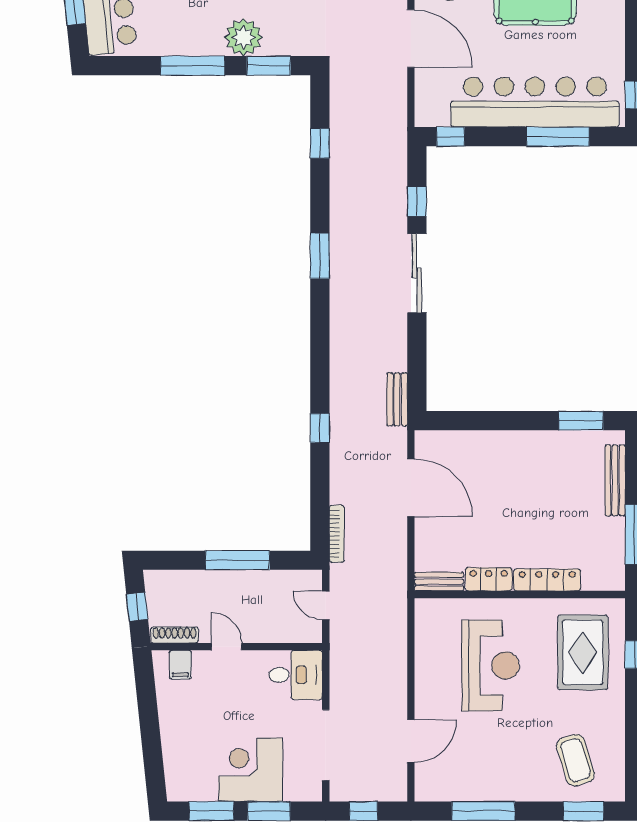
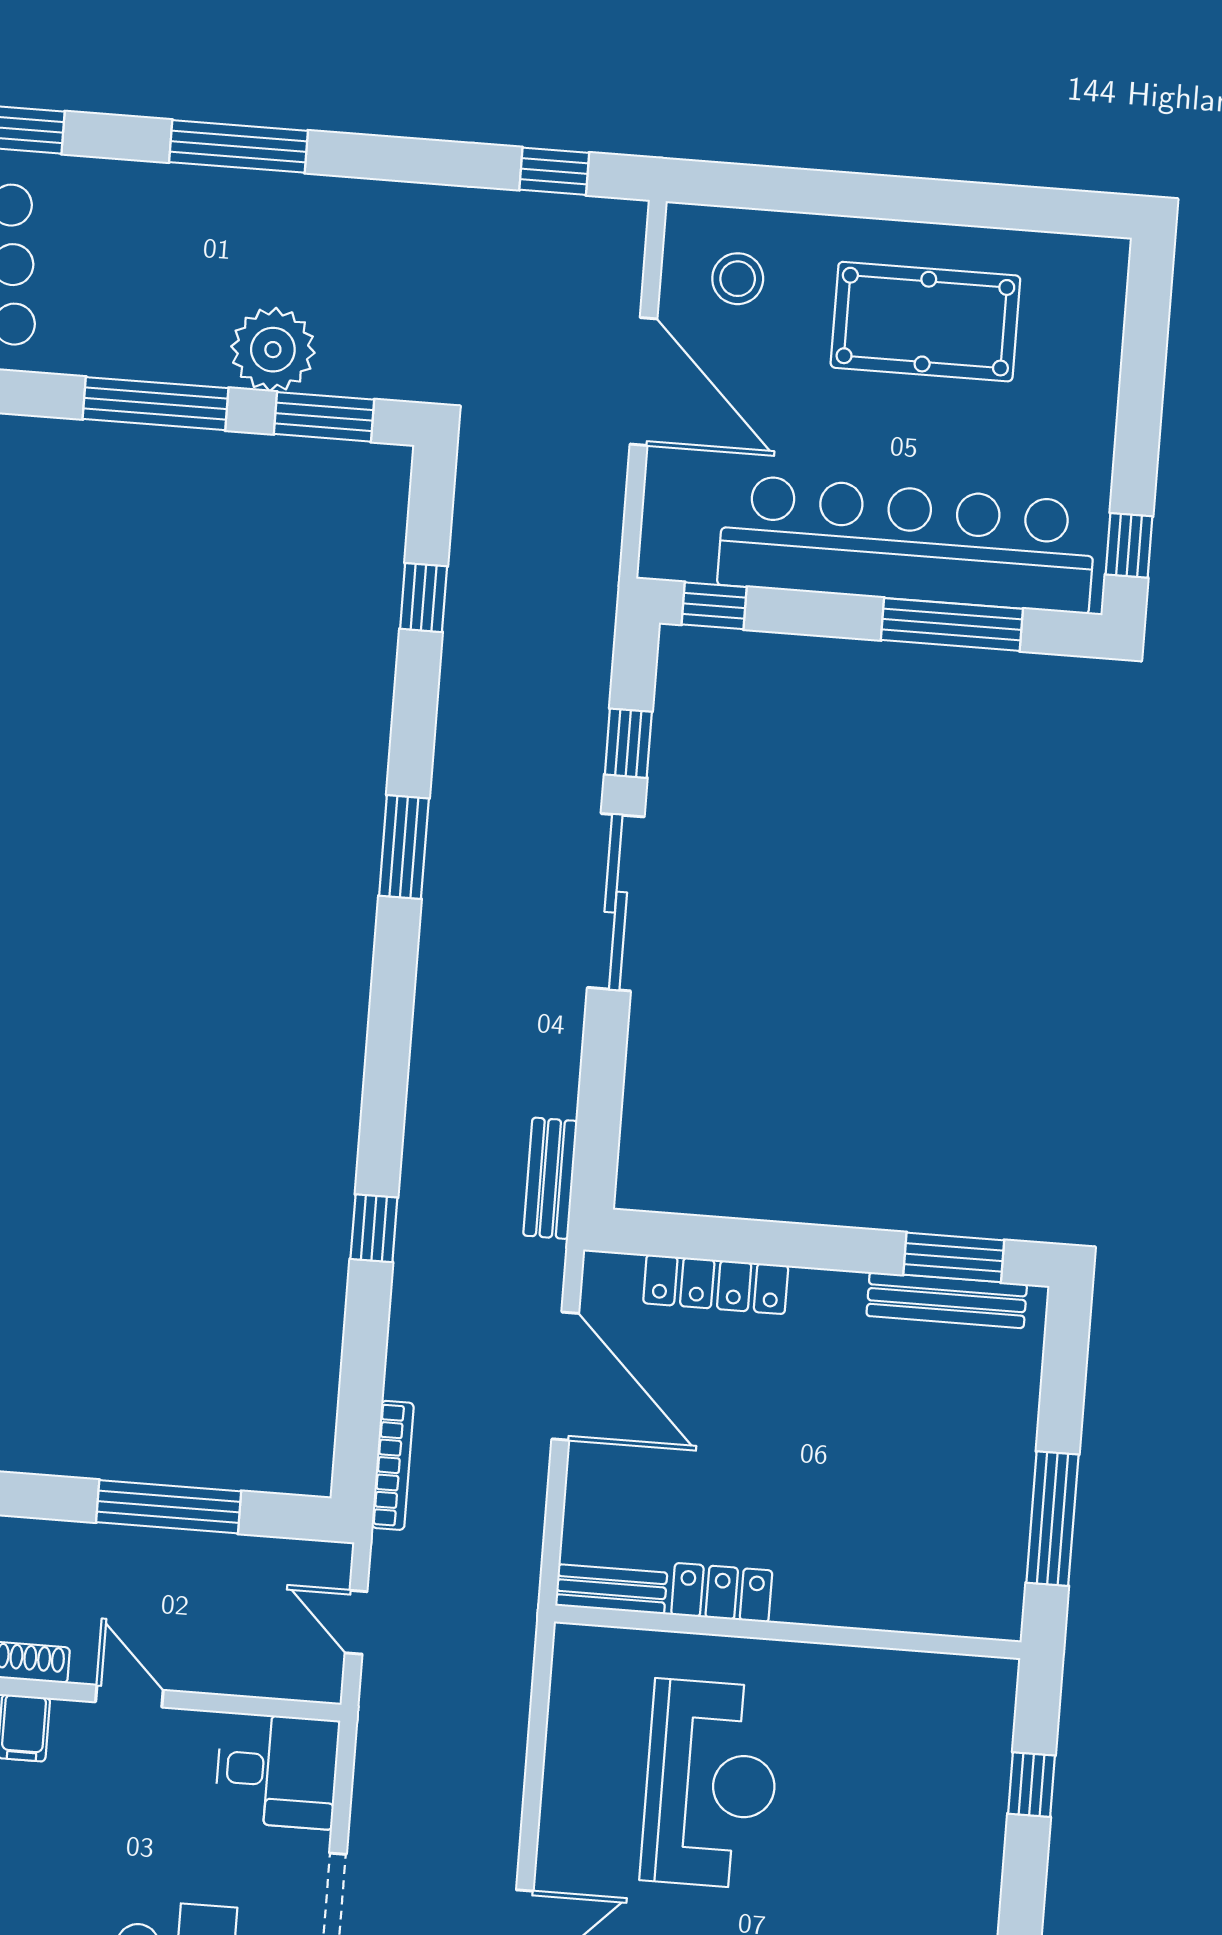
bench: (615, 480) -> (947, 1300), moved, turned 90
locker: (547, 580) -> (716, 1284), moved, turned 180
rug: (583, 652) -> (917, 1771), removed

